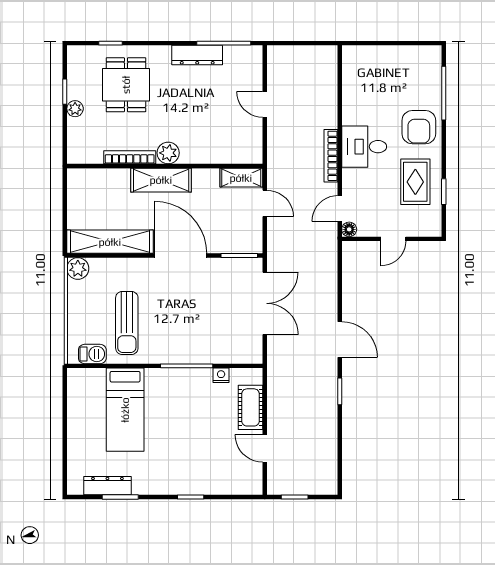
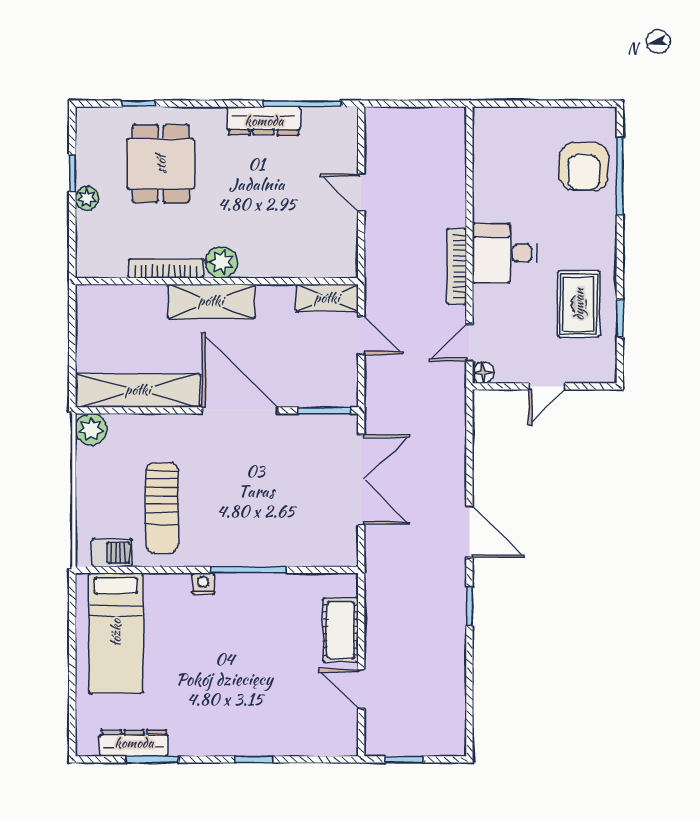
armchair: (419, 127) -> (584, 167), moved
nightstand: (221, 375) -> (203, 584), moved
bed: (125, 410) -> (116, 633), moved

